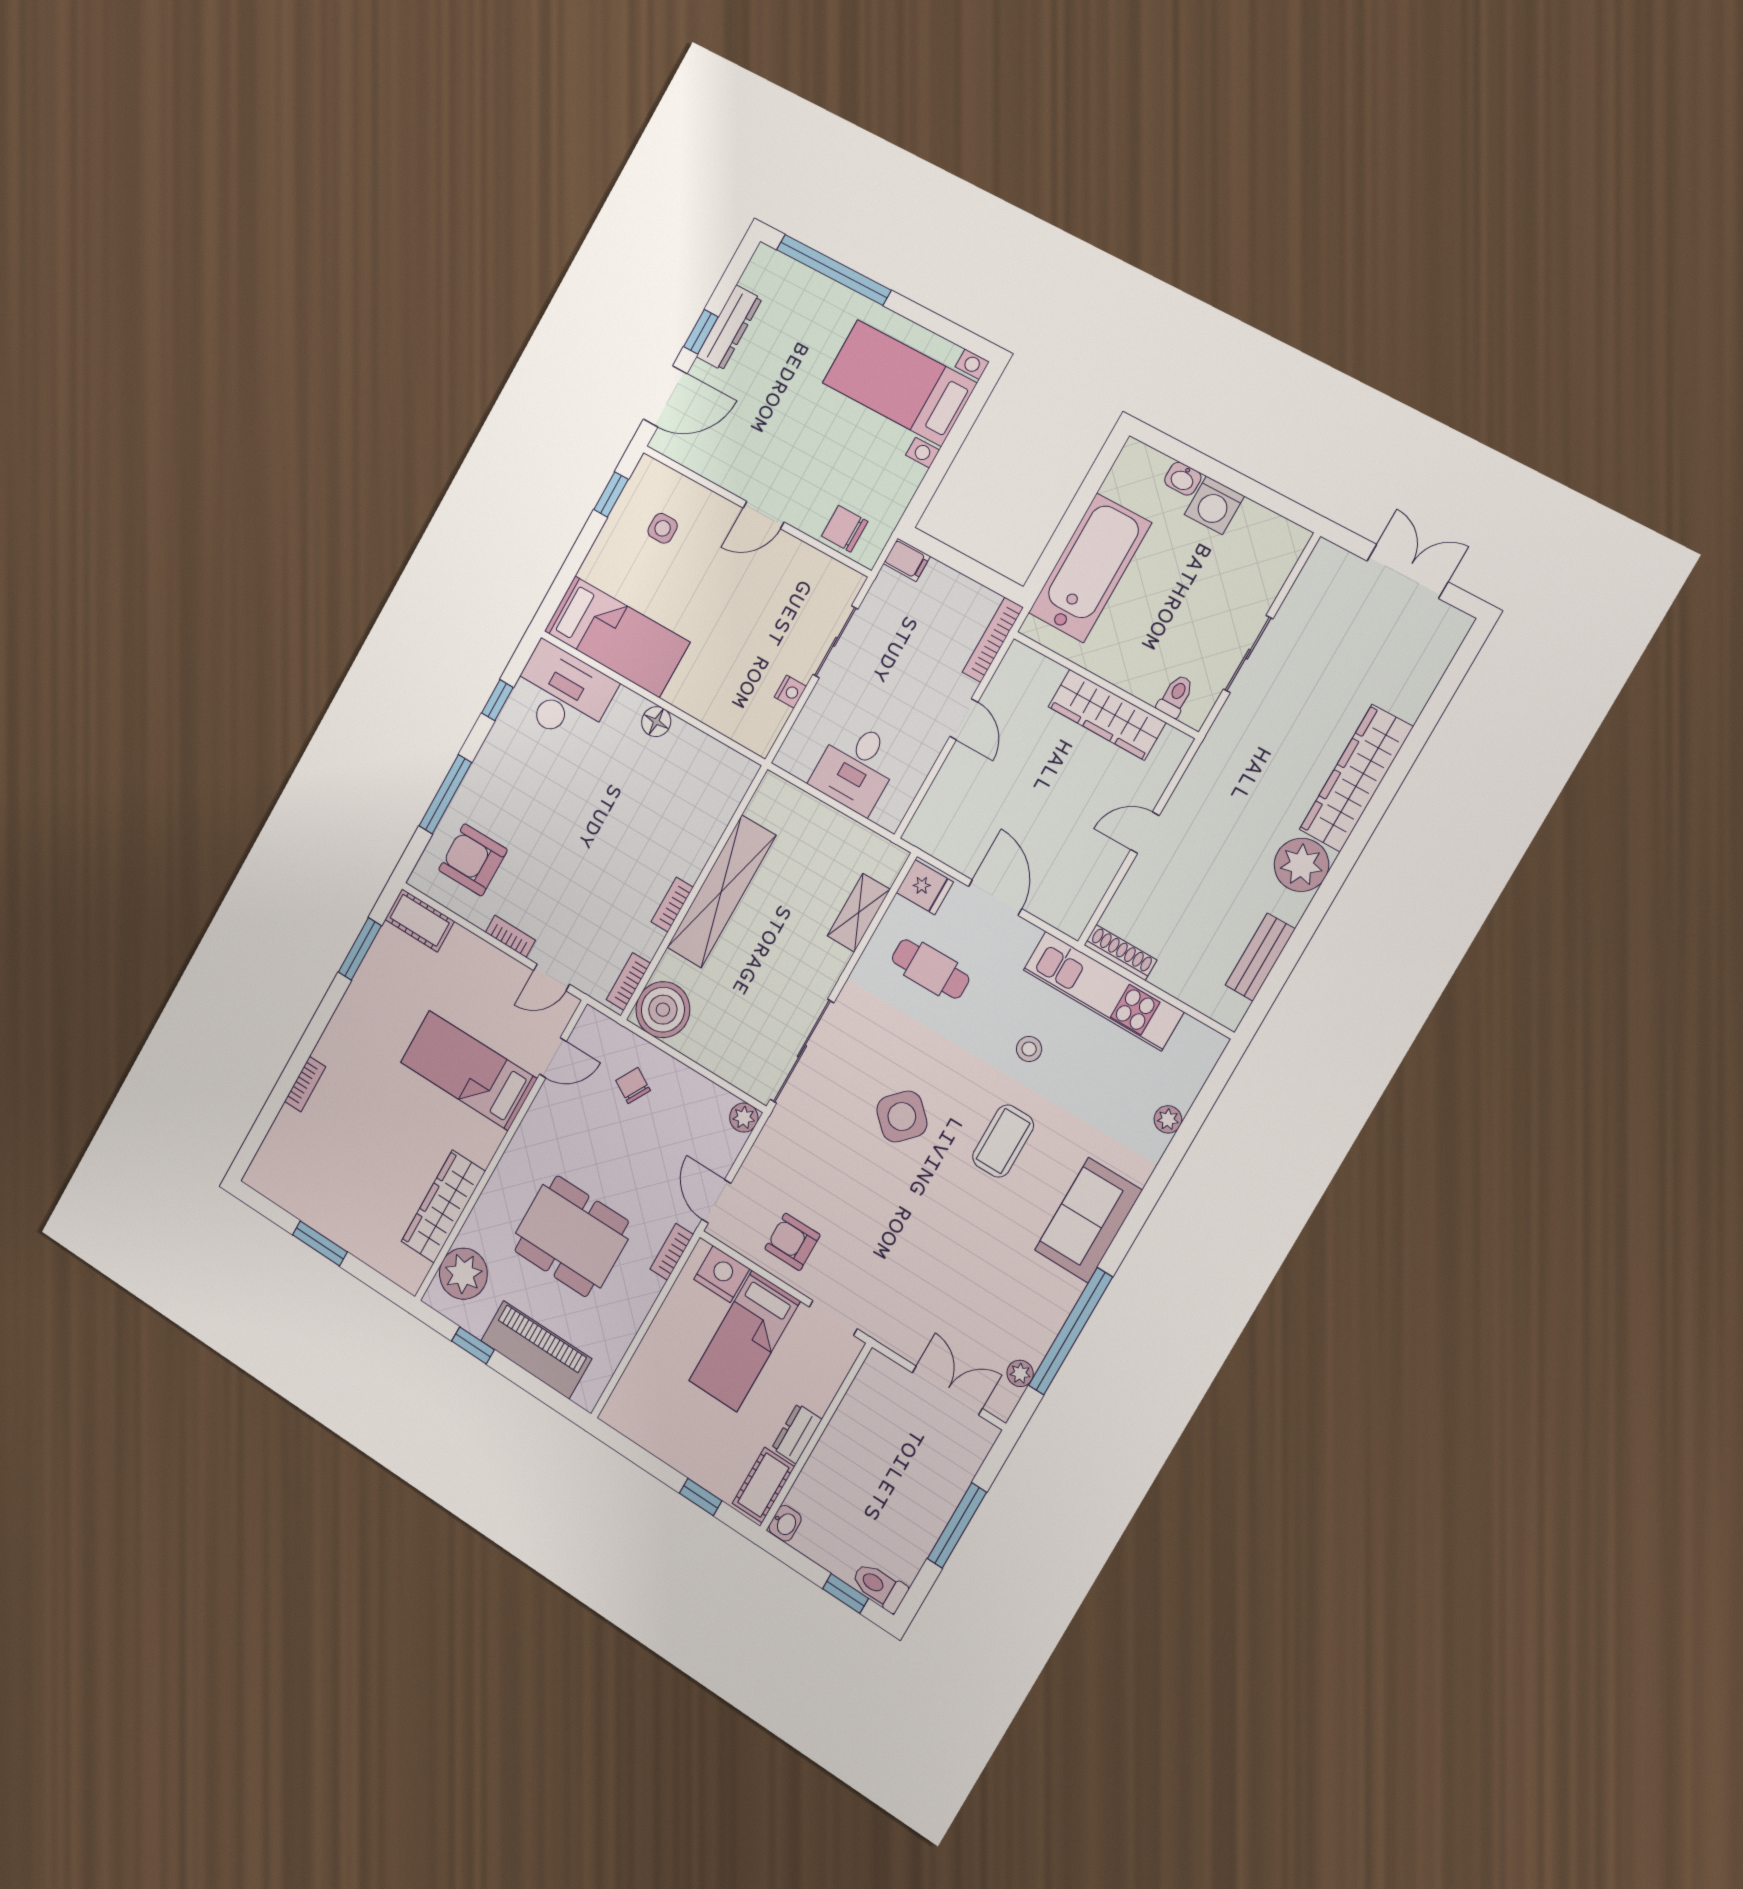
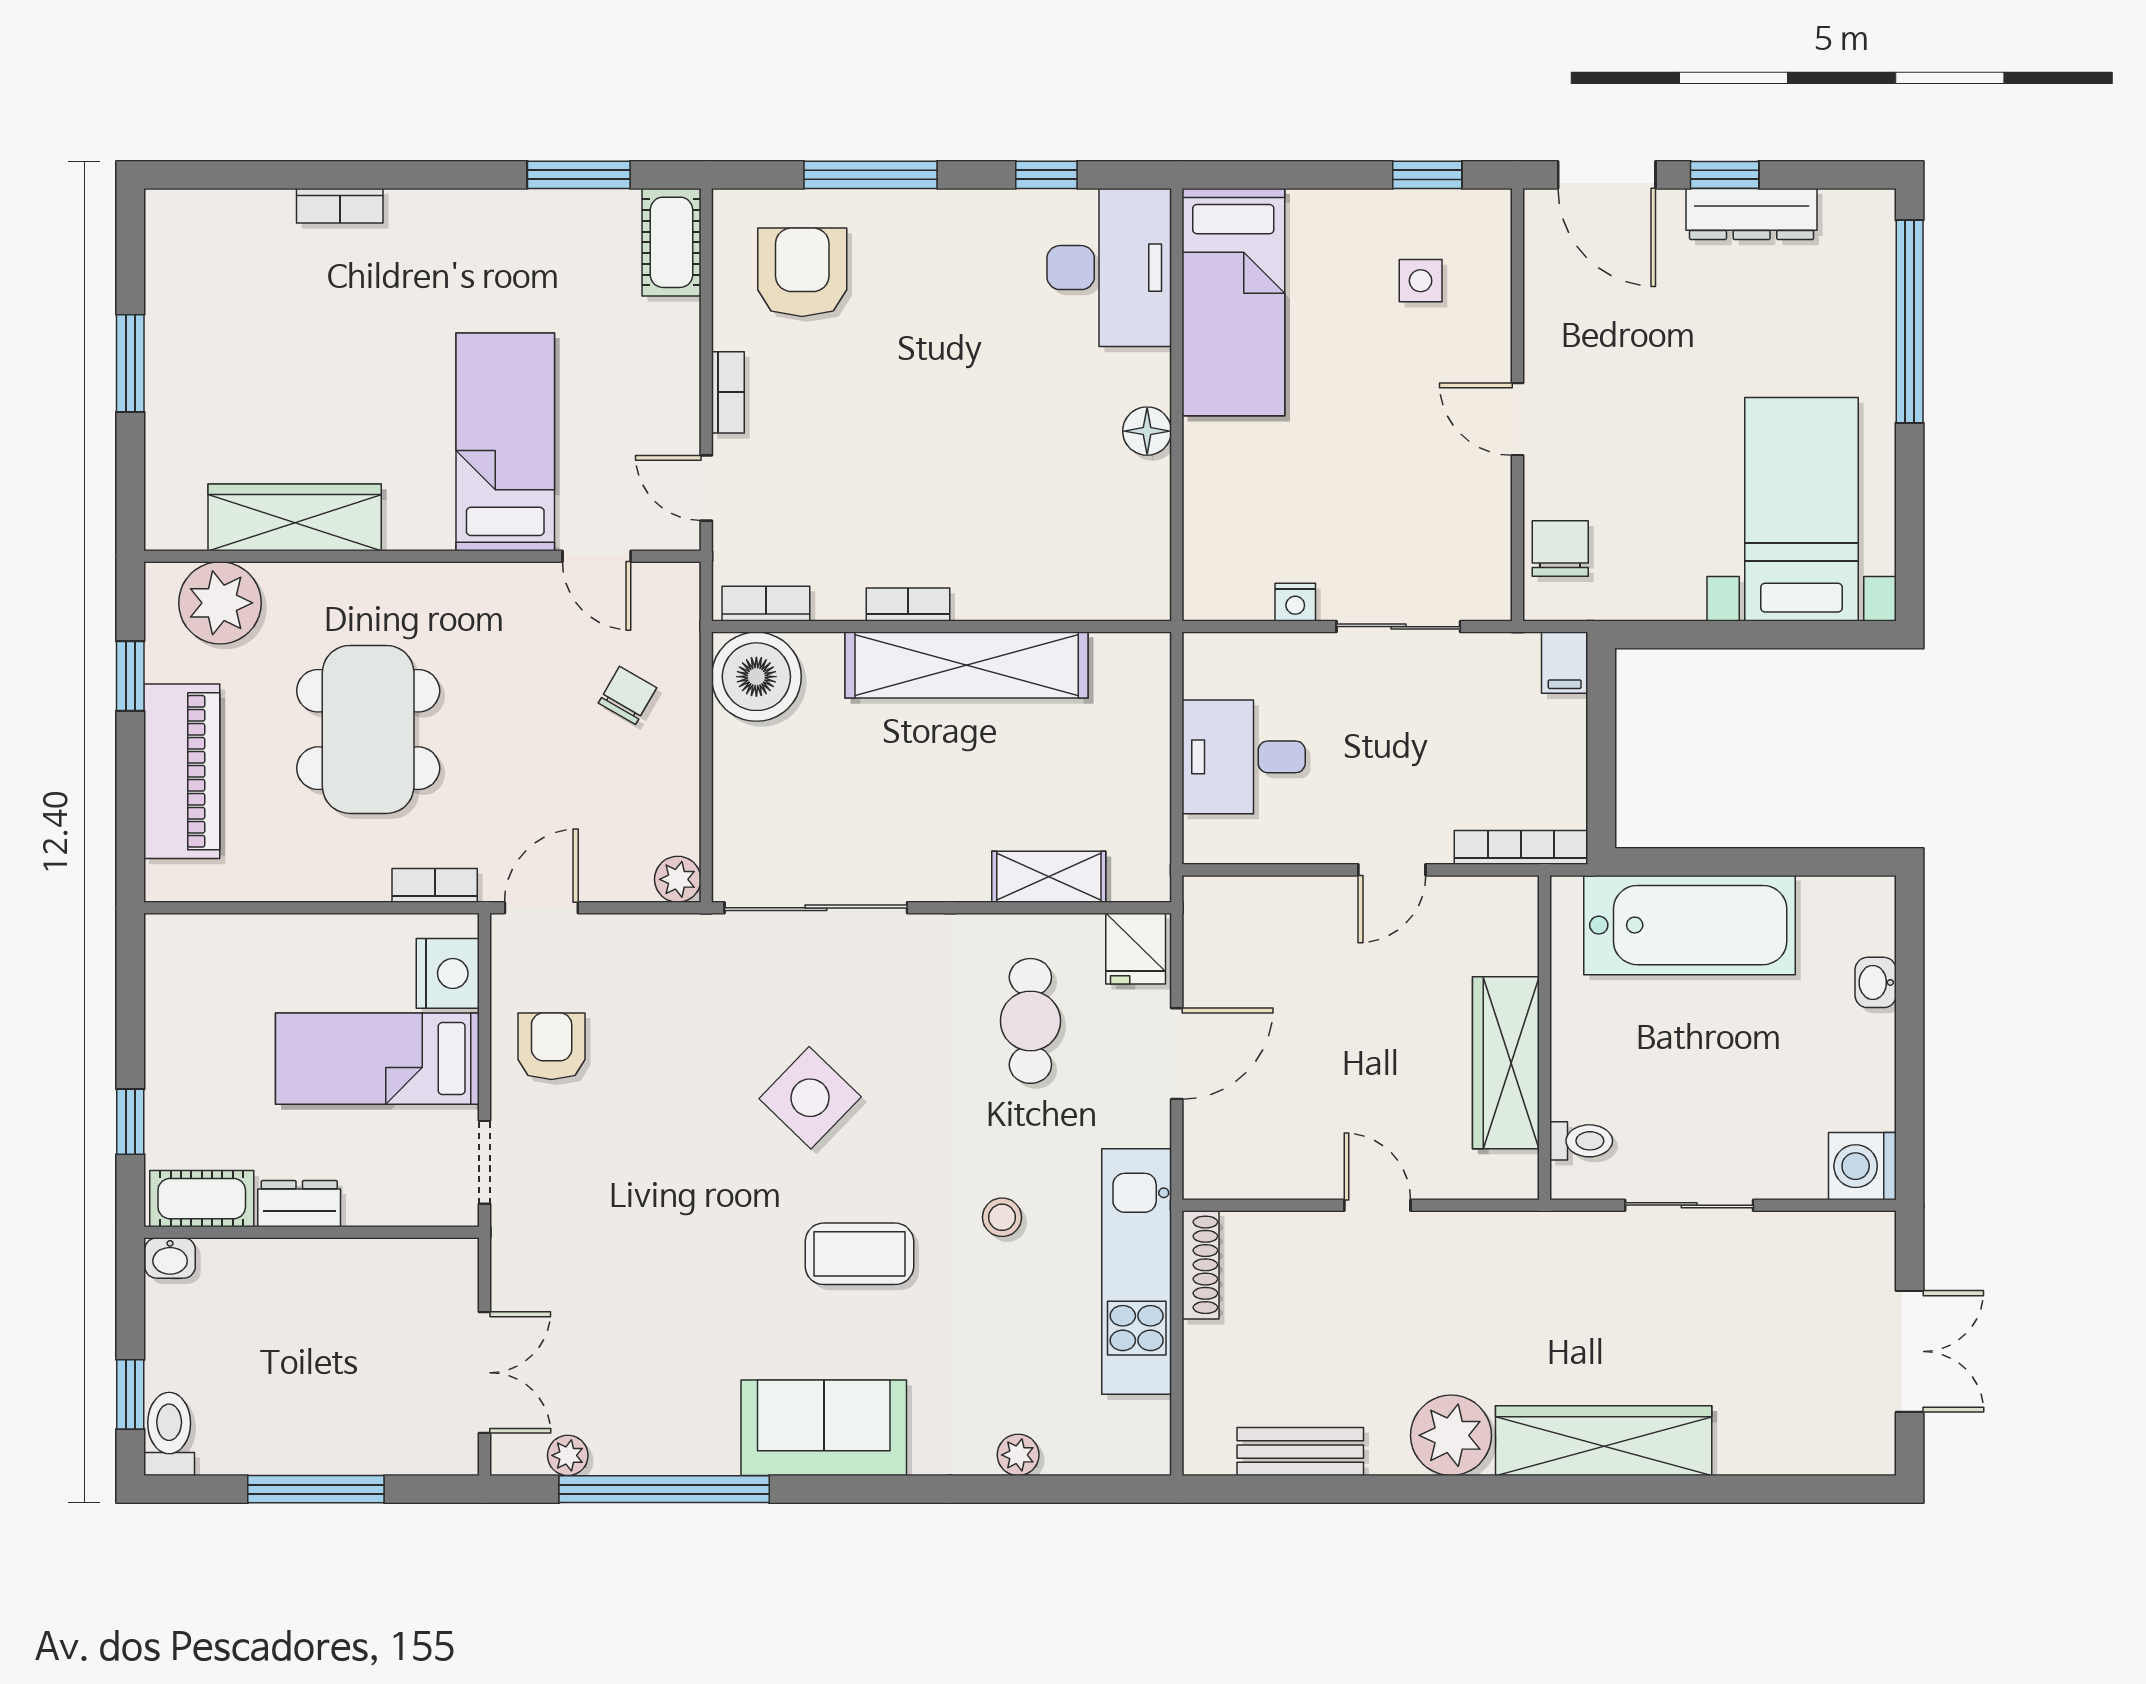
washing machine: (1214, 505) -> (1862, 1166), moved

